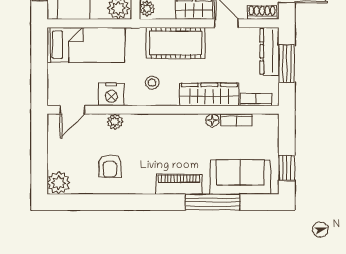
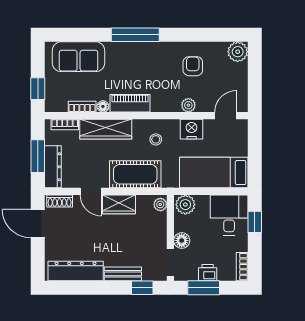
window: (287, 168) -> (38, 89), moved
piano: (179, 184) -> (130, 103), moved, turned 180
window: (213, 202) -> (135, 35), moved

